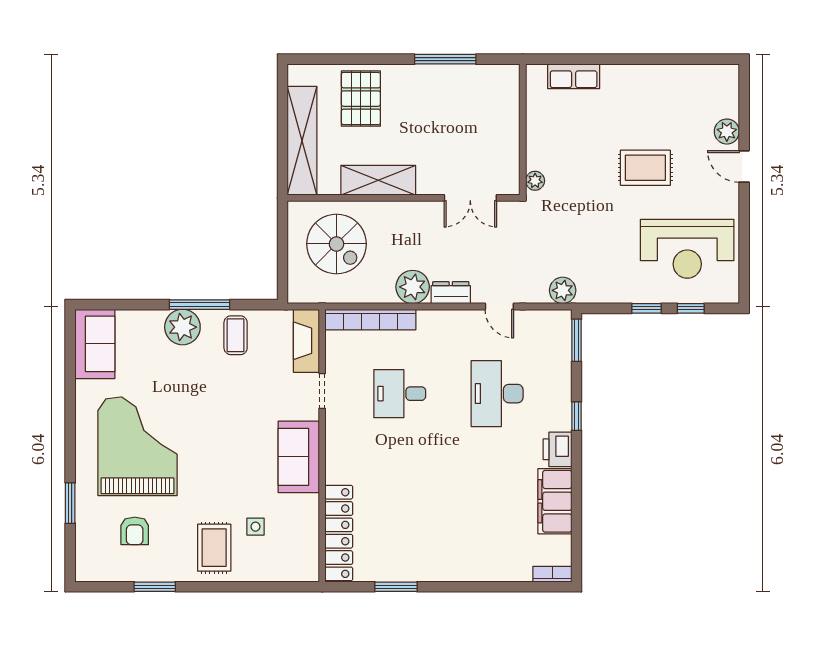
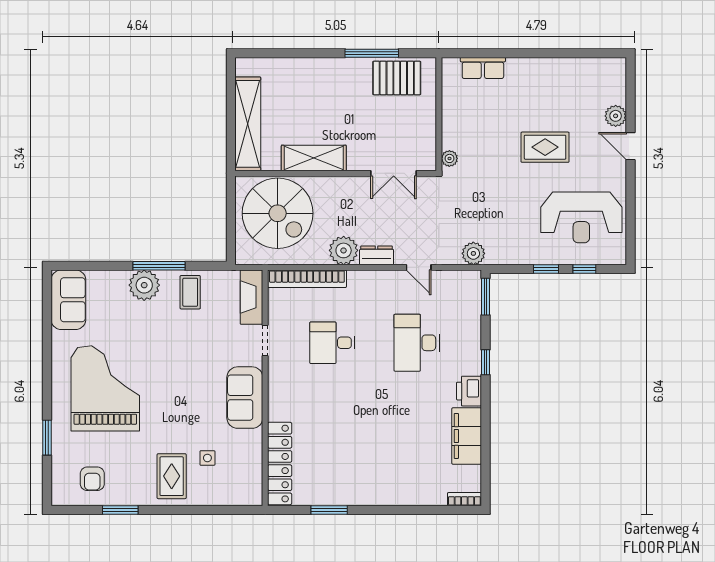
pallet: (361, 99) -> (397, 78), moved, turned 90
spiral stairs: (336, 244) -> (278, 213), width x1.37, depth x1.37
armchair: (135, 531) -> (92, 479), moved

